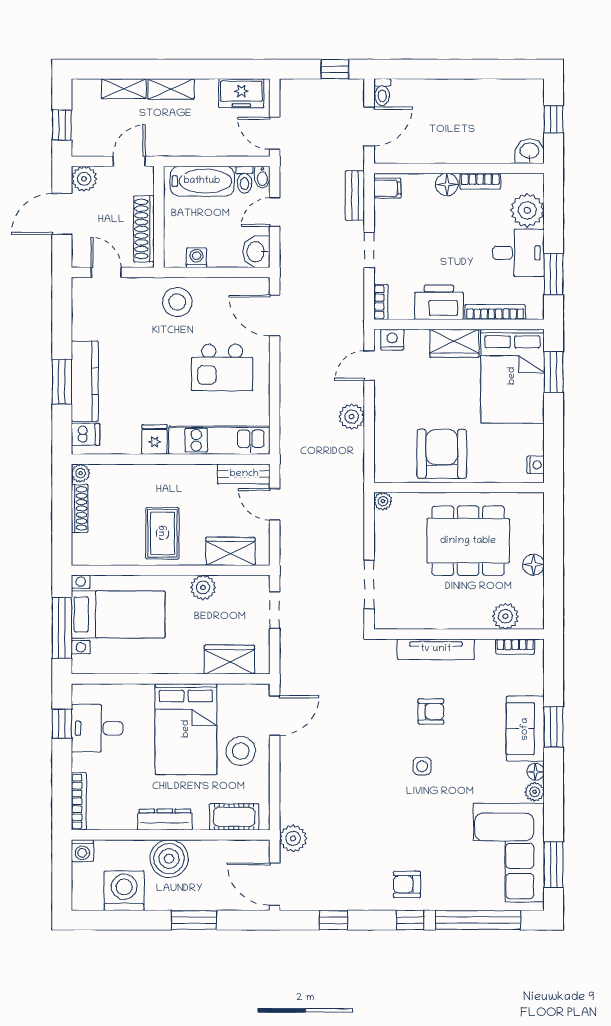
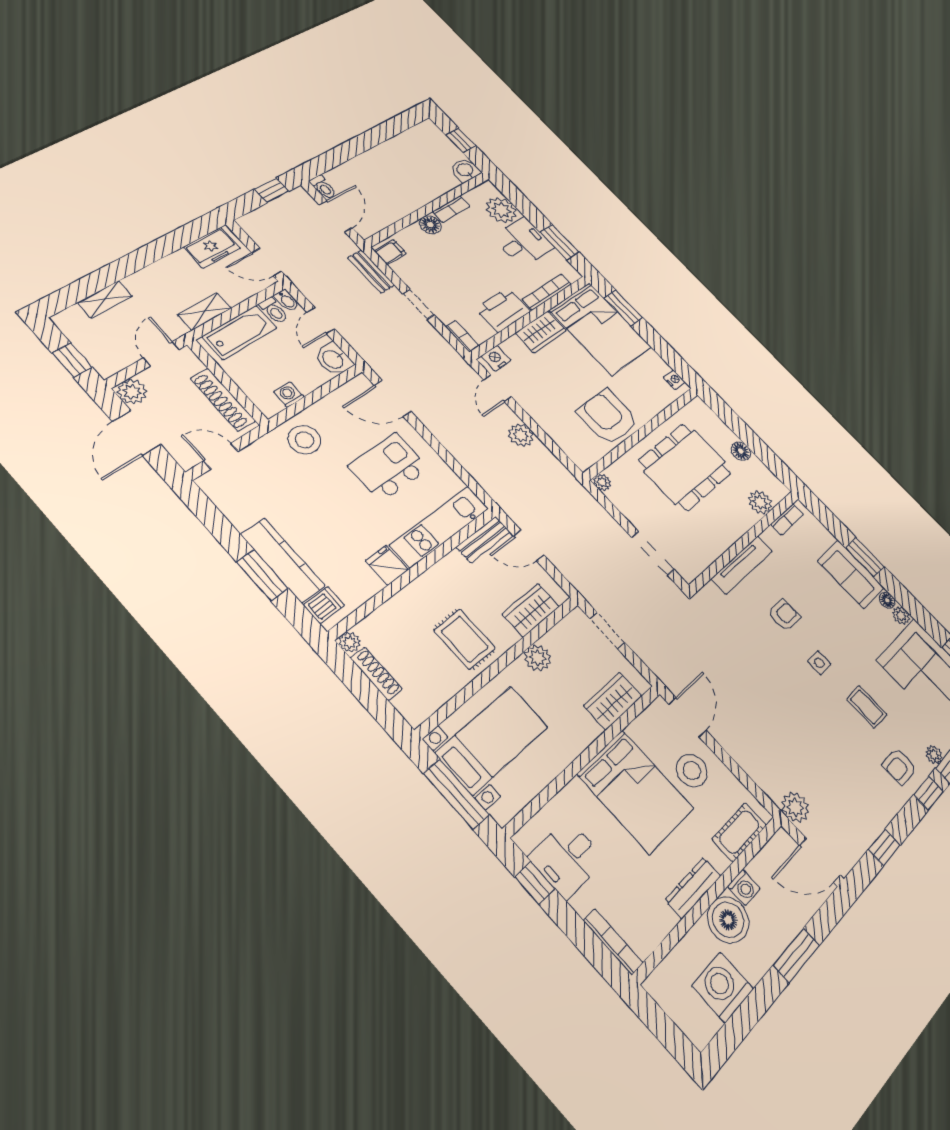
shelving: (171, 89) -> (205, 312), moved
kitchen island: (222, 367) -> (389, 467), turned 180
coffee table: (427, 826) -> (867, 707), added
washing machine: (82, 851) -> (744, 887), moved
plant: (445, 902) -> (934, 755), added

